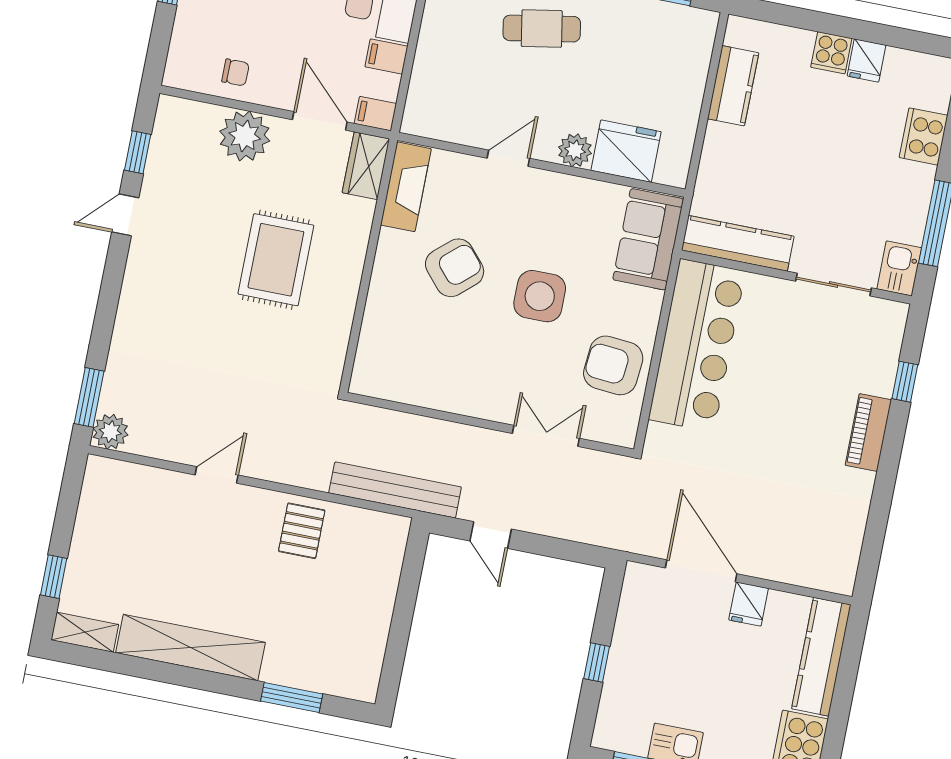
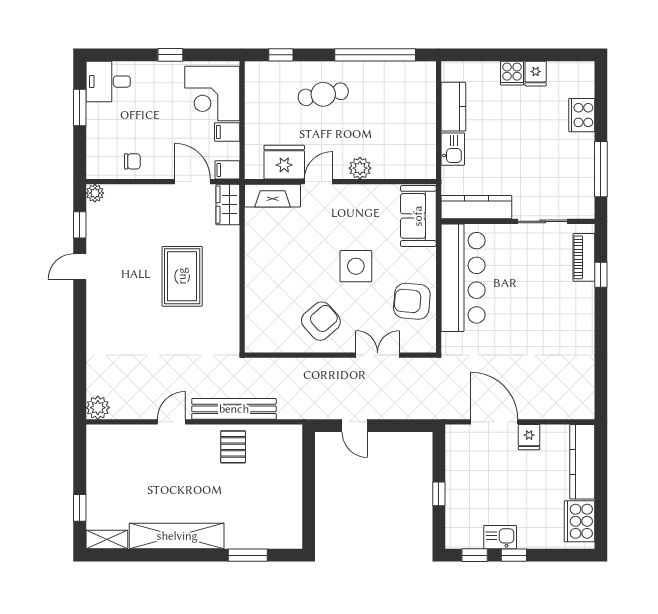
plant: (245, 136) -> (95, 193), moved, width x0.53, depth x0.53
fridge: (626, 151) -> (284, 162), moved
fireplace: (406, 187) -> (273, 196), moved, turned 90
armchair: (455, 268) -> (321, 321), moved
kitchen sink: (899, 268) -> (453, 149), moved, turned 180
window: (89, 397) -> (80, 388), removed
piano: (868, 432) -> (584, 257), moved
bench: (395, 490) -> (234, 409), moved

